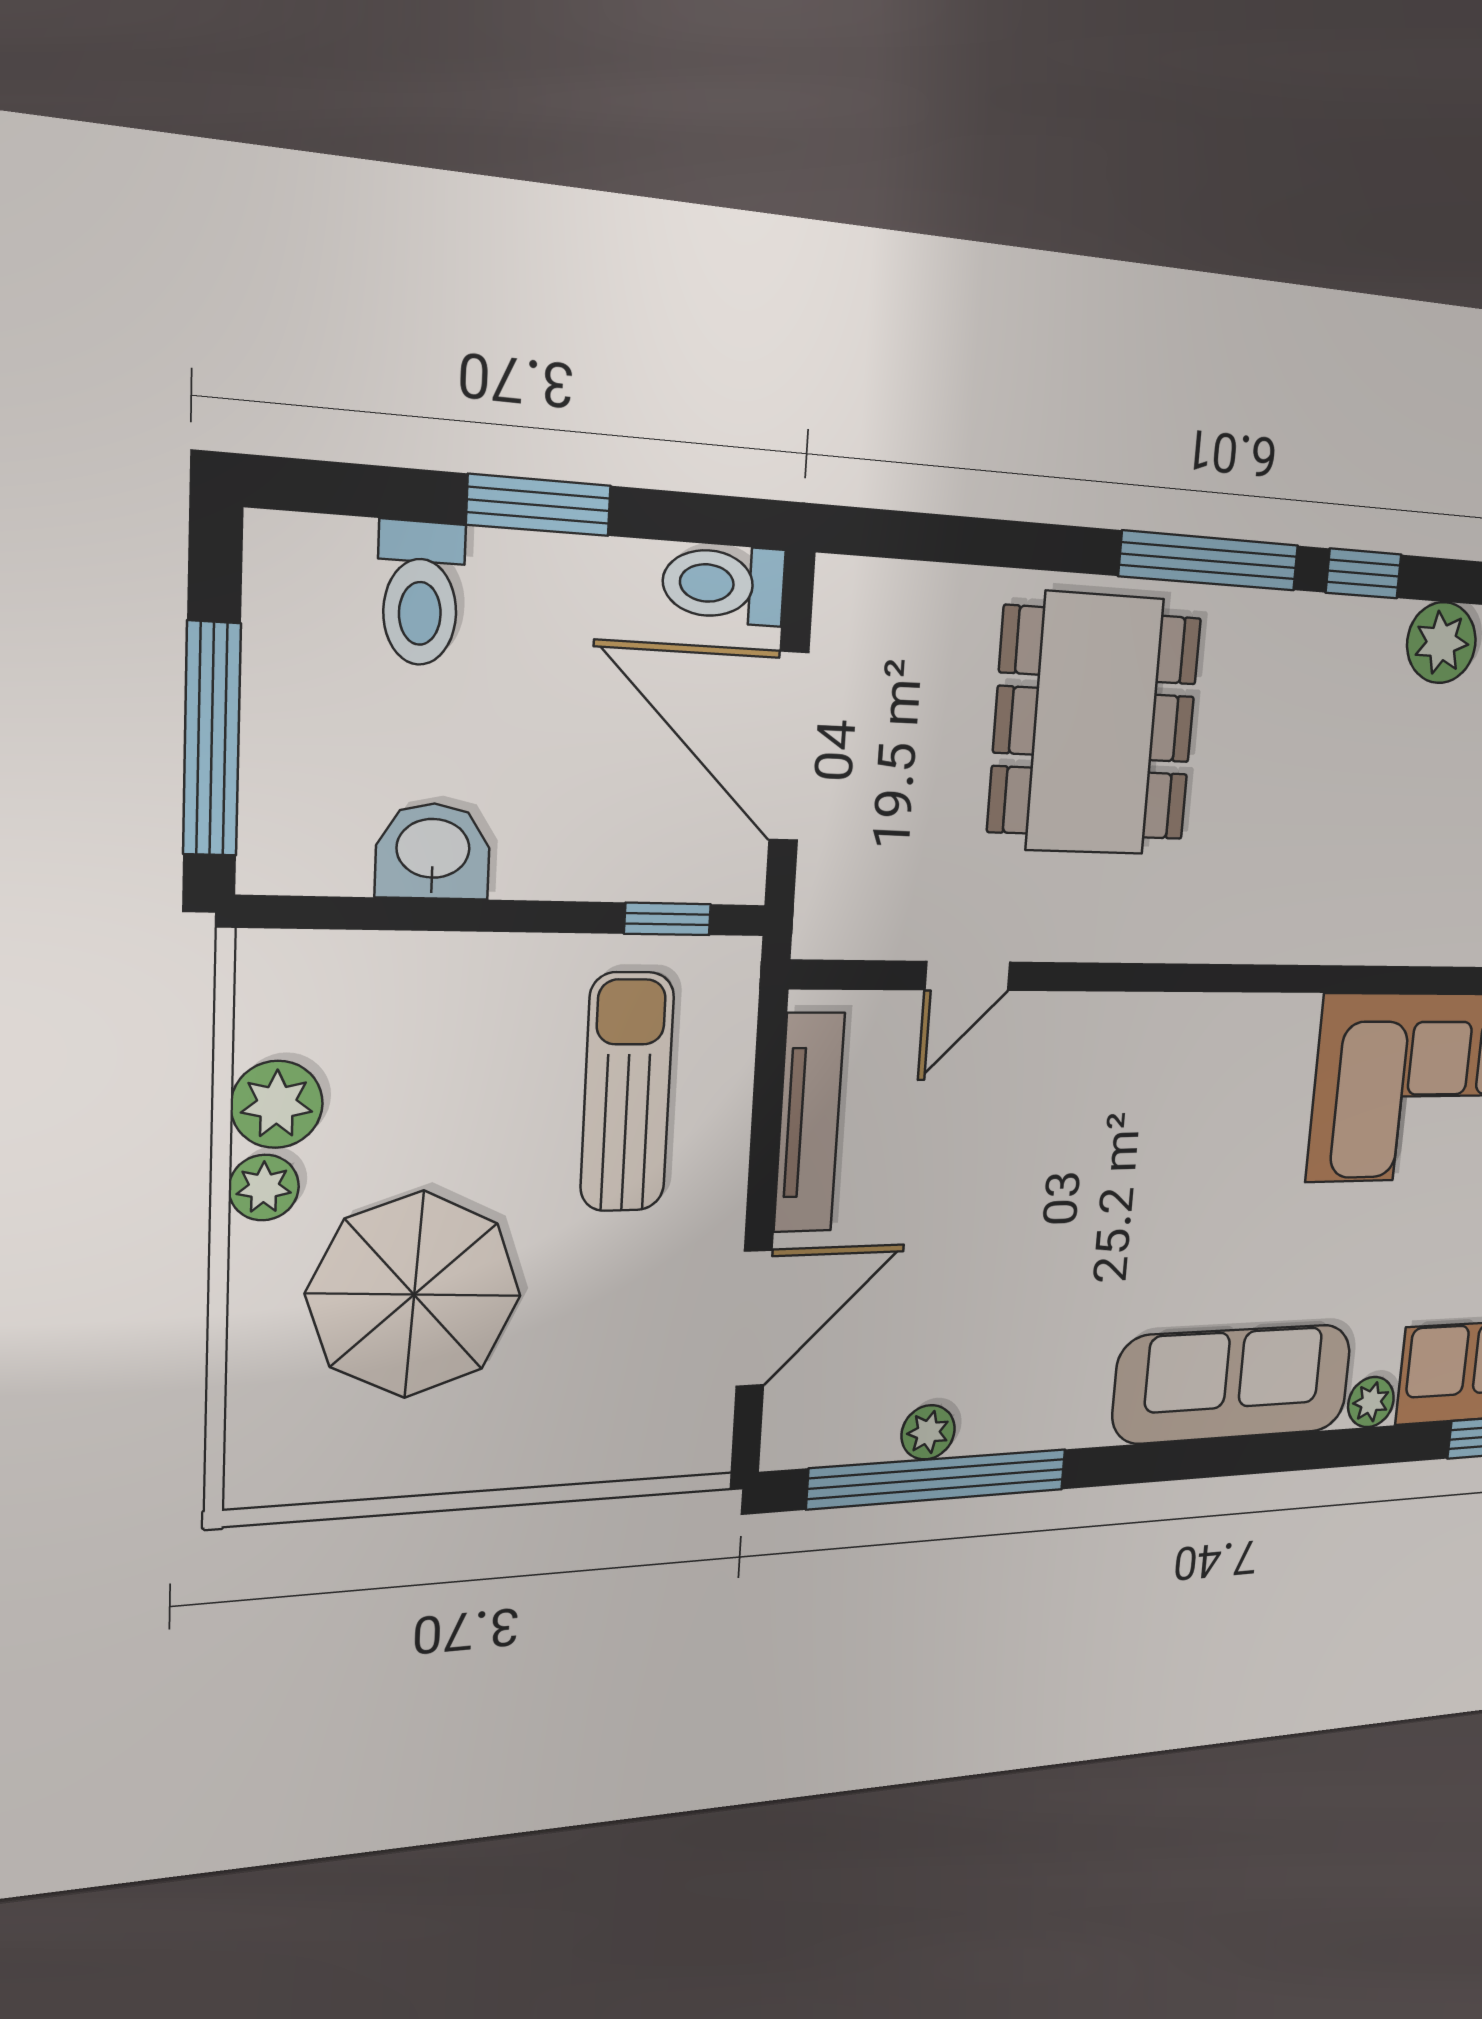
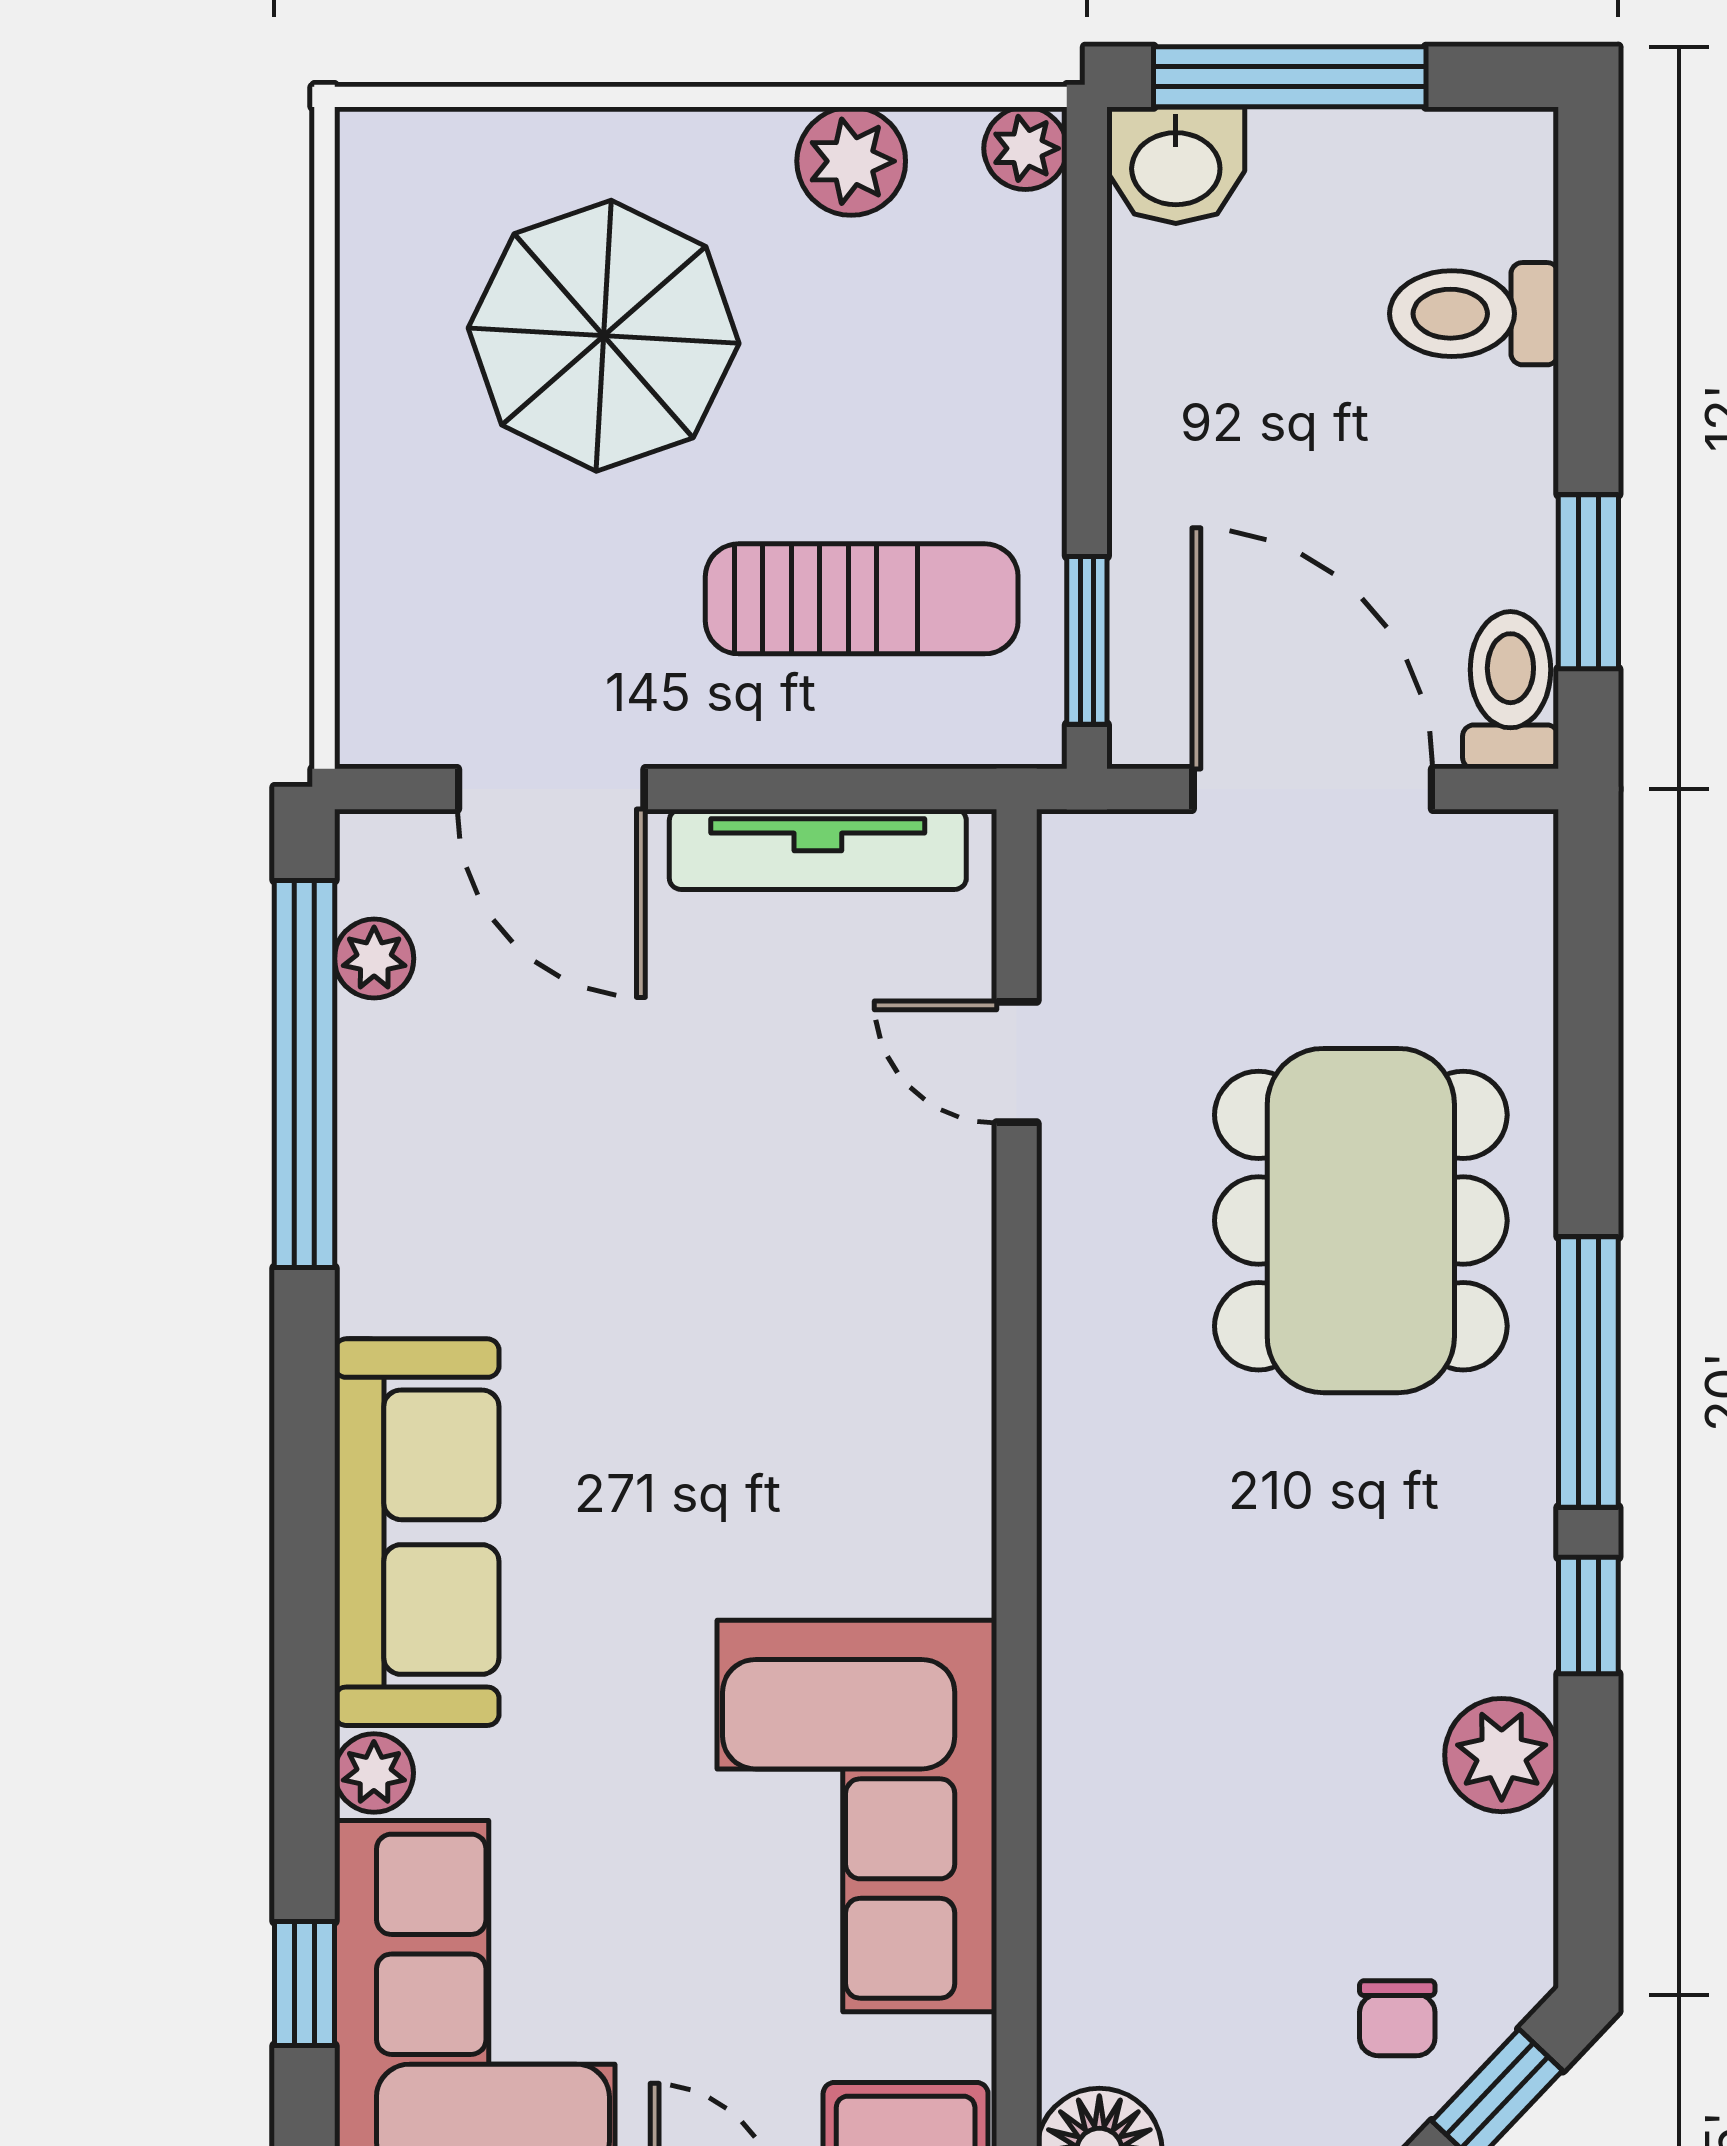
window: (539, 505) -> (1588, 582), moved
dining table: (1095, 724) -> (1361, 1221), turned 90
door: (789, 747) -> (1312, 789), hinge flipped
washbasin: (433, 851) -> (1176, 165), moved, turned 90
window: (668, 919) -> (1087, 640), width x1.50
plant: (264, 1188) -> (1025, 148), moved
plant: (928, 1432) -> (374, 959), moved

